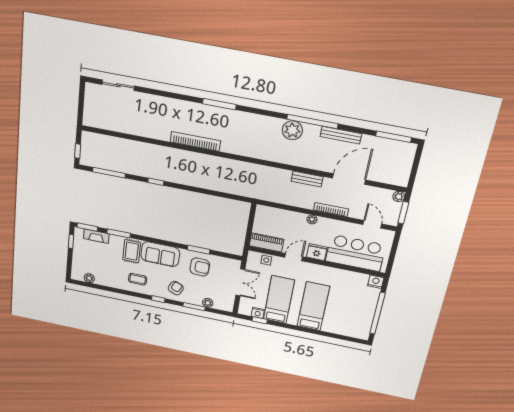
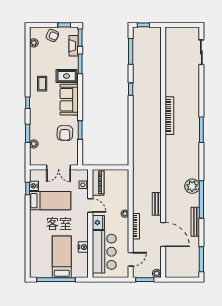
nightstand: (376, 282) -> (83, 247), moved
armchair: (176, 288) -> (52, 35), moved
bed: (313, 306) -> (62, 257), moved, turned -90

